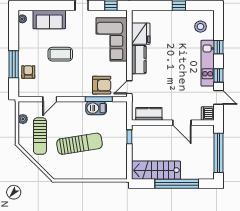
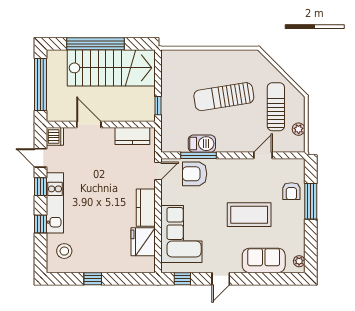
coffee table: (60, 54) -> (249, 215), width x1.36, depth x1.32
stairs: (156, 170) -> (111, 68), width x1.36, depth x1.51

